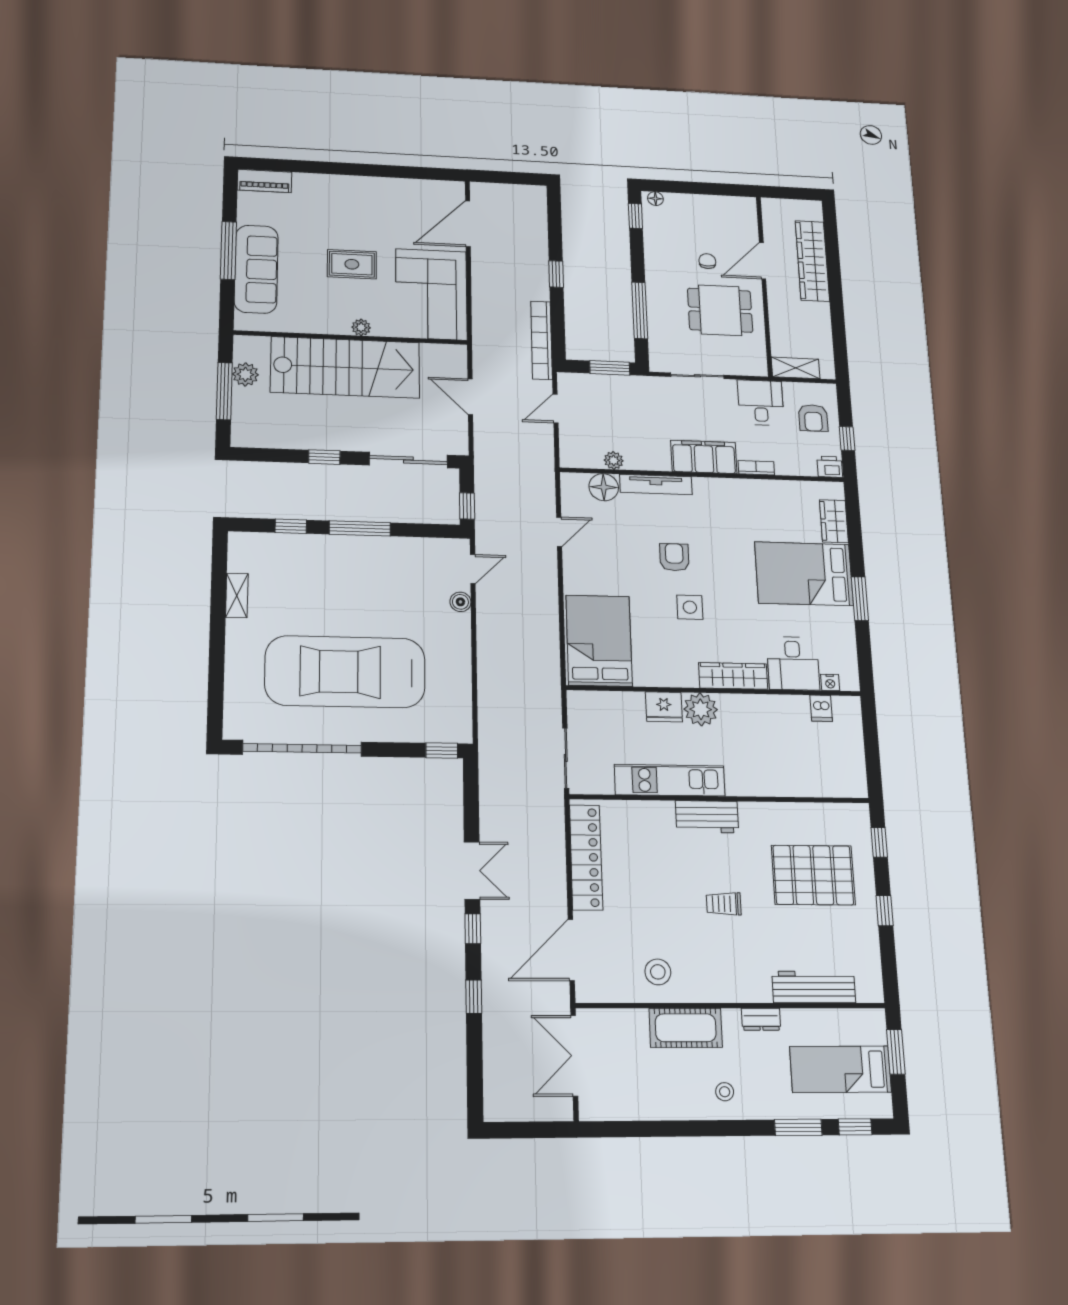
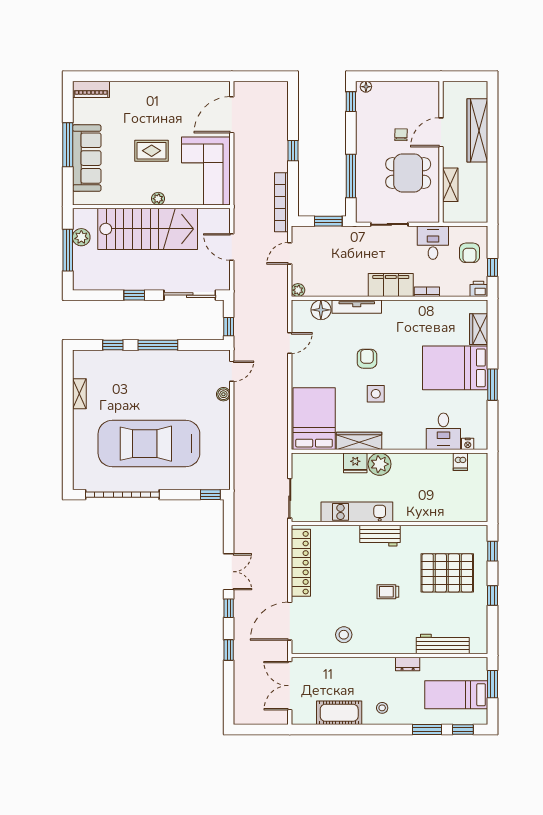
shelving: (796, 368) -> (450, 185), moved, turned 90
plant: (614, 460) -> (298, 290), moved
wardrobe: (733, 676) -> (359, 441), moved
cot: (686, 1028) -> (339, 713), moved

